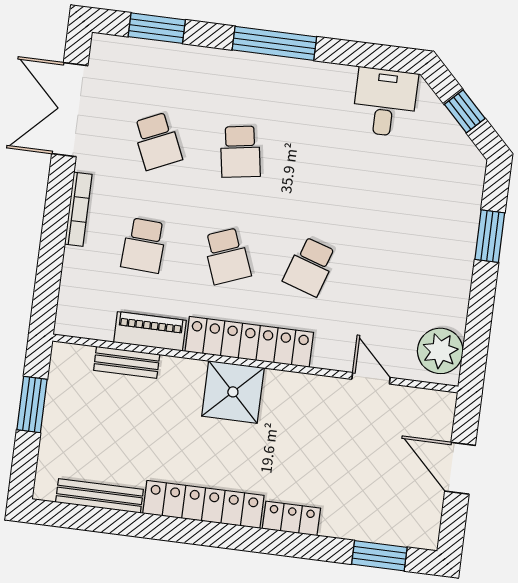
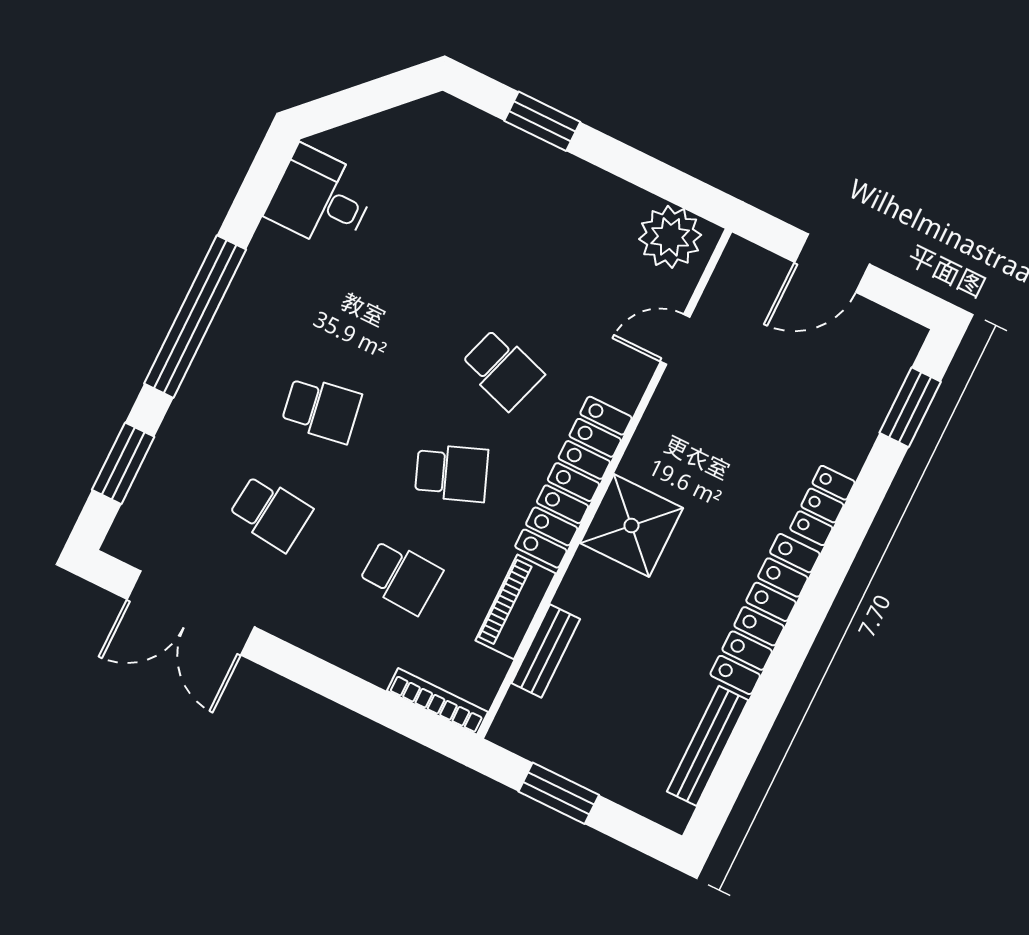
window: (274, 43) -> (195, 317), width x1.46
window: (465, 111) -> (368, 99), removed
school desk: (157, 141) -> (271, 513), turned 30
bookcase: (78, 209) -> (437, 701), moved

